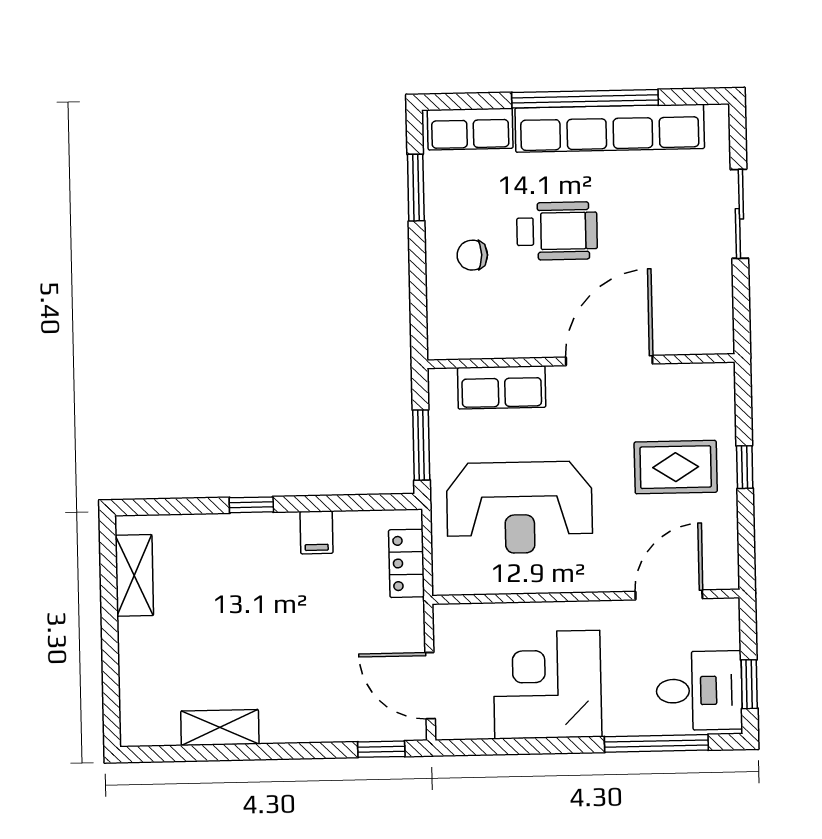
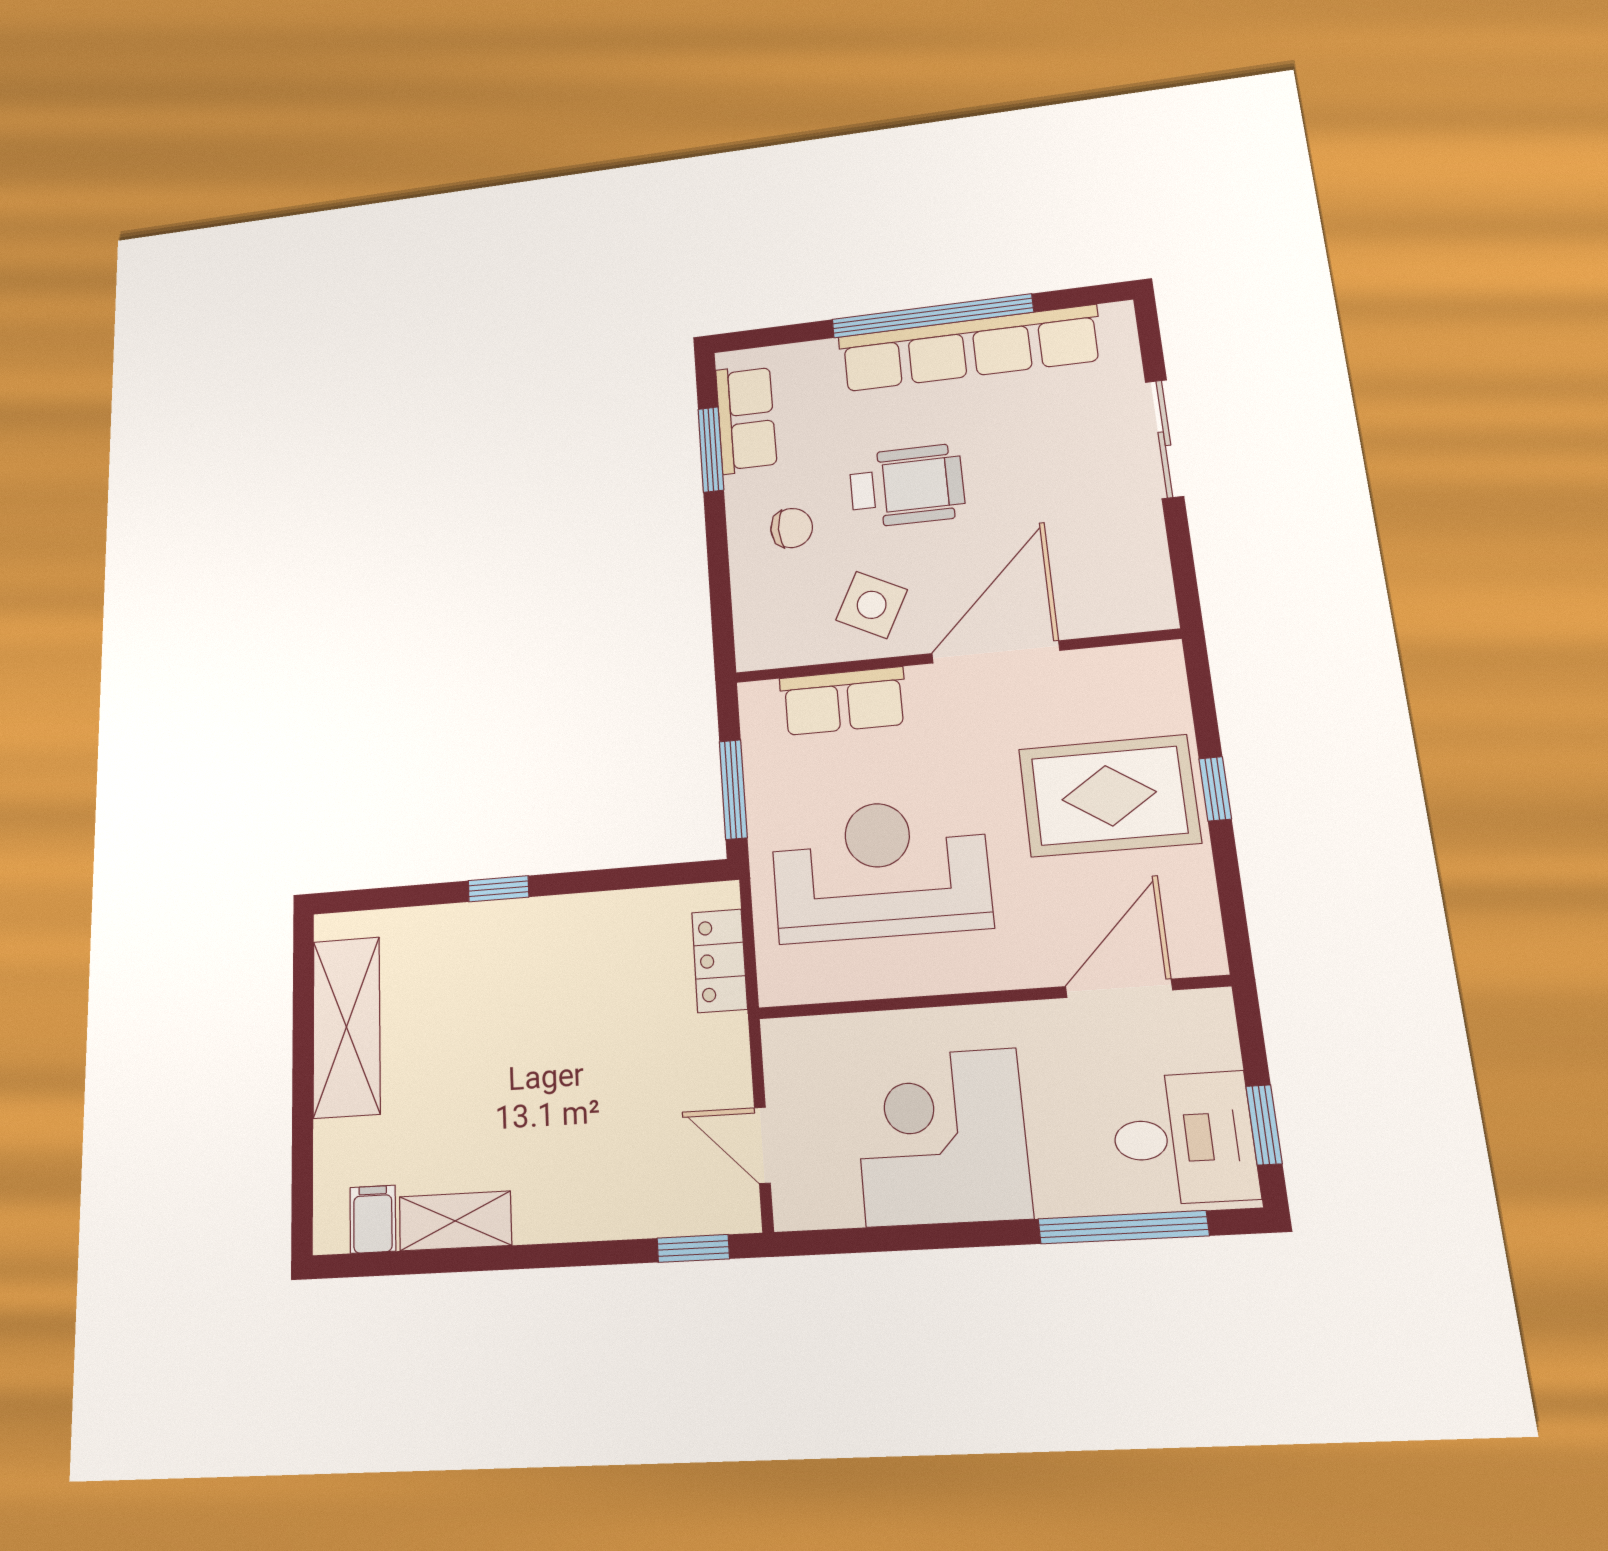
row of seats: (470, 129) -> (746, 419), moved, turned -90
chair: (472, 255) -> (792, 528), turned 180
side table: (526, 319) -> (872, 605), added
rug: (676, 467) -> (1109, 796), width x1.36, depth x1.43
reception desk: (519, 508) -> (880, 870), turned 180
filing cabinet: (316, 532) -> (373, 1219), moved, turned 180
shelving: (134, 575) -> (346, 1027), width x1.50, depth x1.33
door: (430, 686) -> (762, 1145), width x0.73

